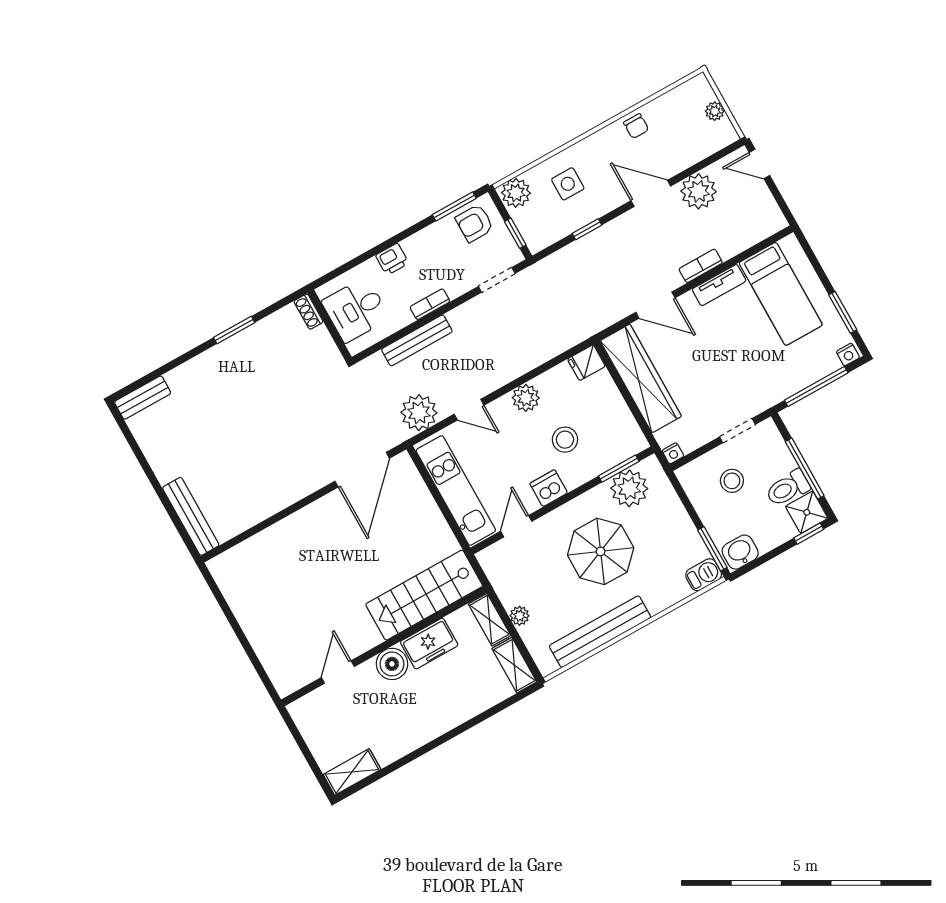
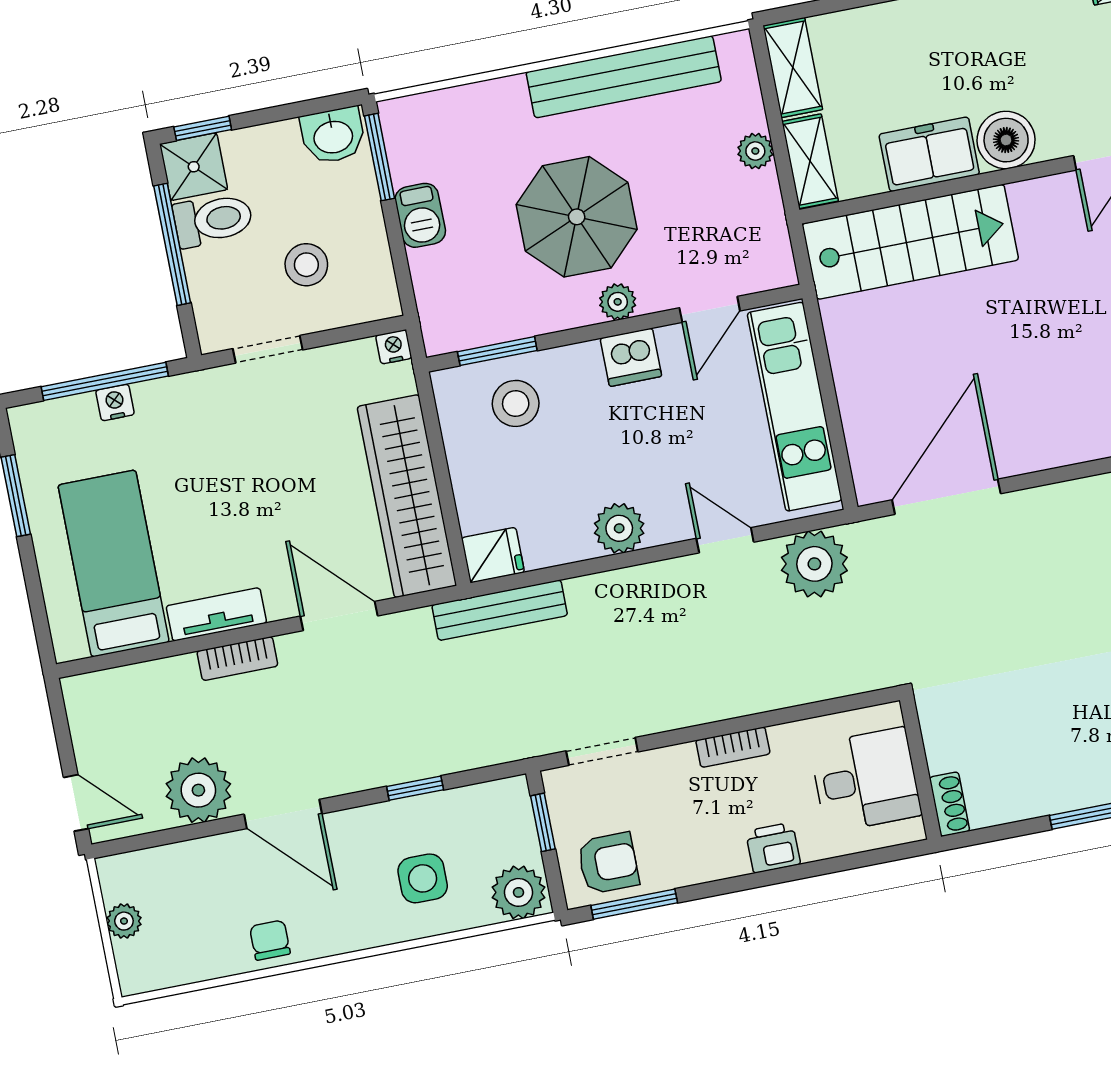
bench: (417, 340) -> (500, 610), moved
nightstand: (848, 354) -> (115, 402), moved
stool: (565, 440) -> (516, 403), moved
plant: (629, 488) -> (618, 302), moved, width x0.53, depth x0.53
barbecue: (704, 575) -> (420, 215), moved, turned -90

